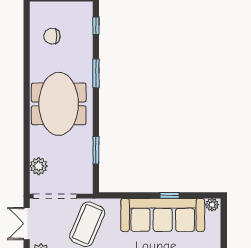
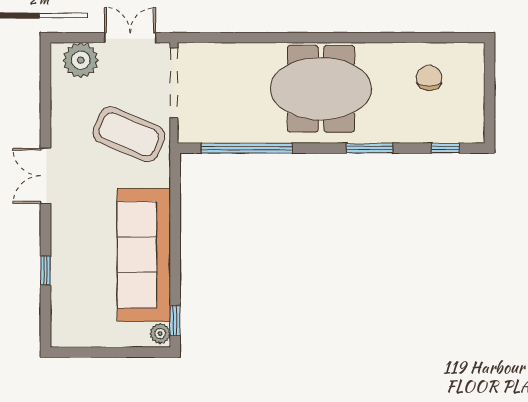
window: (96, 150) -> (247, 148), width x2.11
plant: (39, 166) -> (222, 57), removed
window: (170, 195) -> (175, 321), moved

